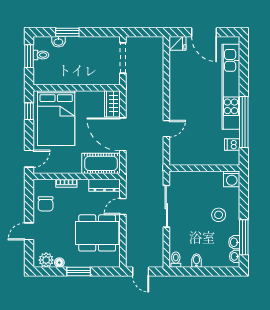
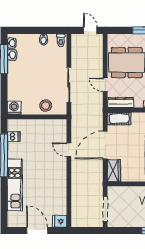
kitchen unit: (231, 87) -> (15, 185), width x0.73
door: (166, 129) -> (69, 150), hinge flipped
door: (123, 134) -> (105, 145), swing flipped
cot: (101, 163) -> (119, 119), width x0.73, depth x0.75
door: (123, 206) -> (105, 85), swing flipped
stool: (219, 215) -> (46, 106), moved

